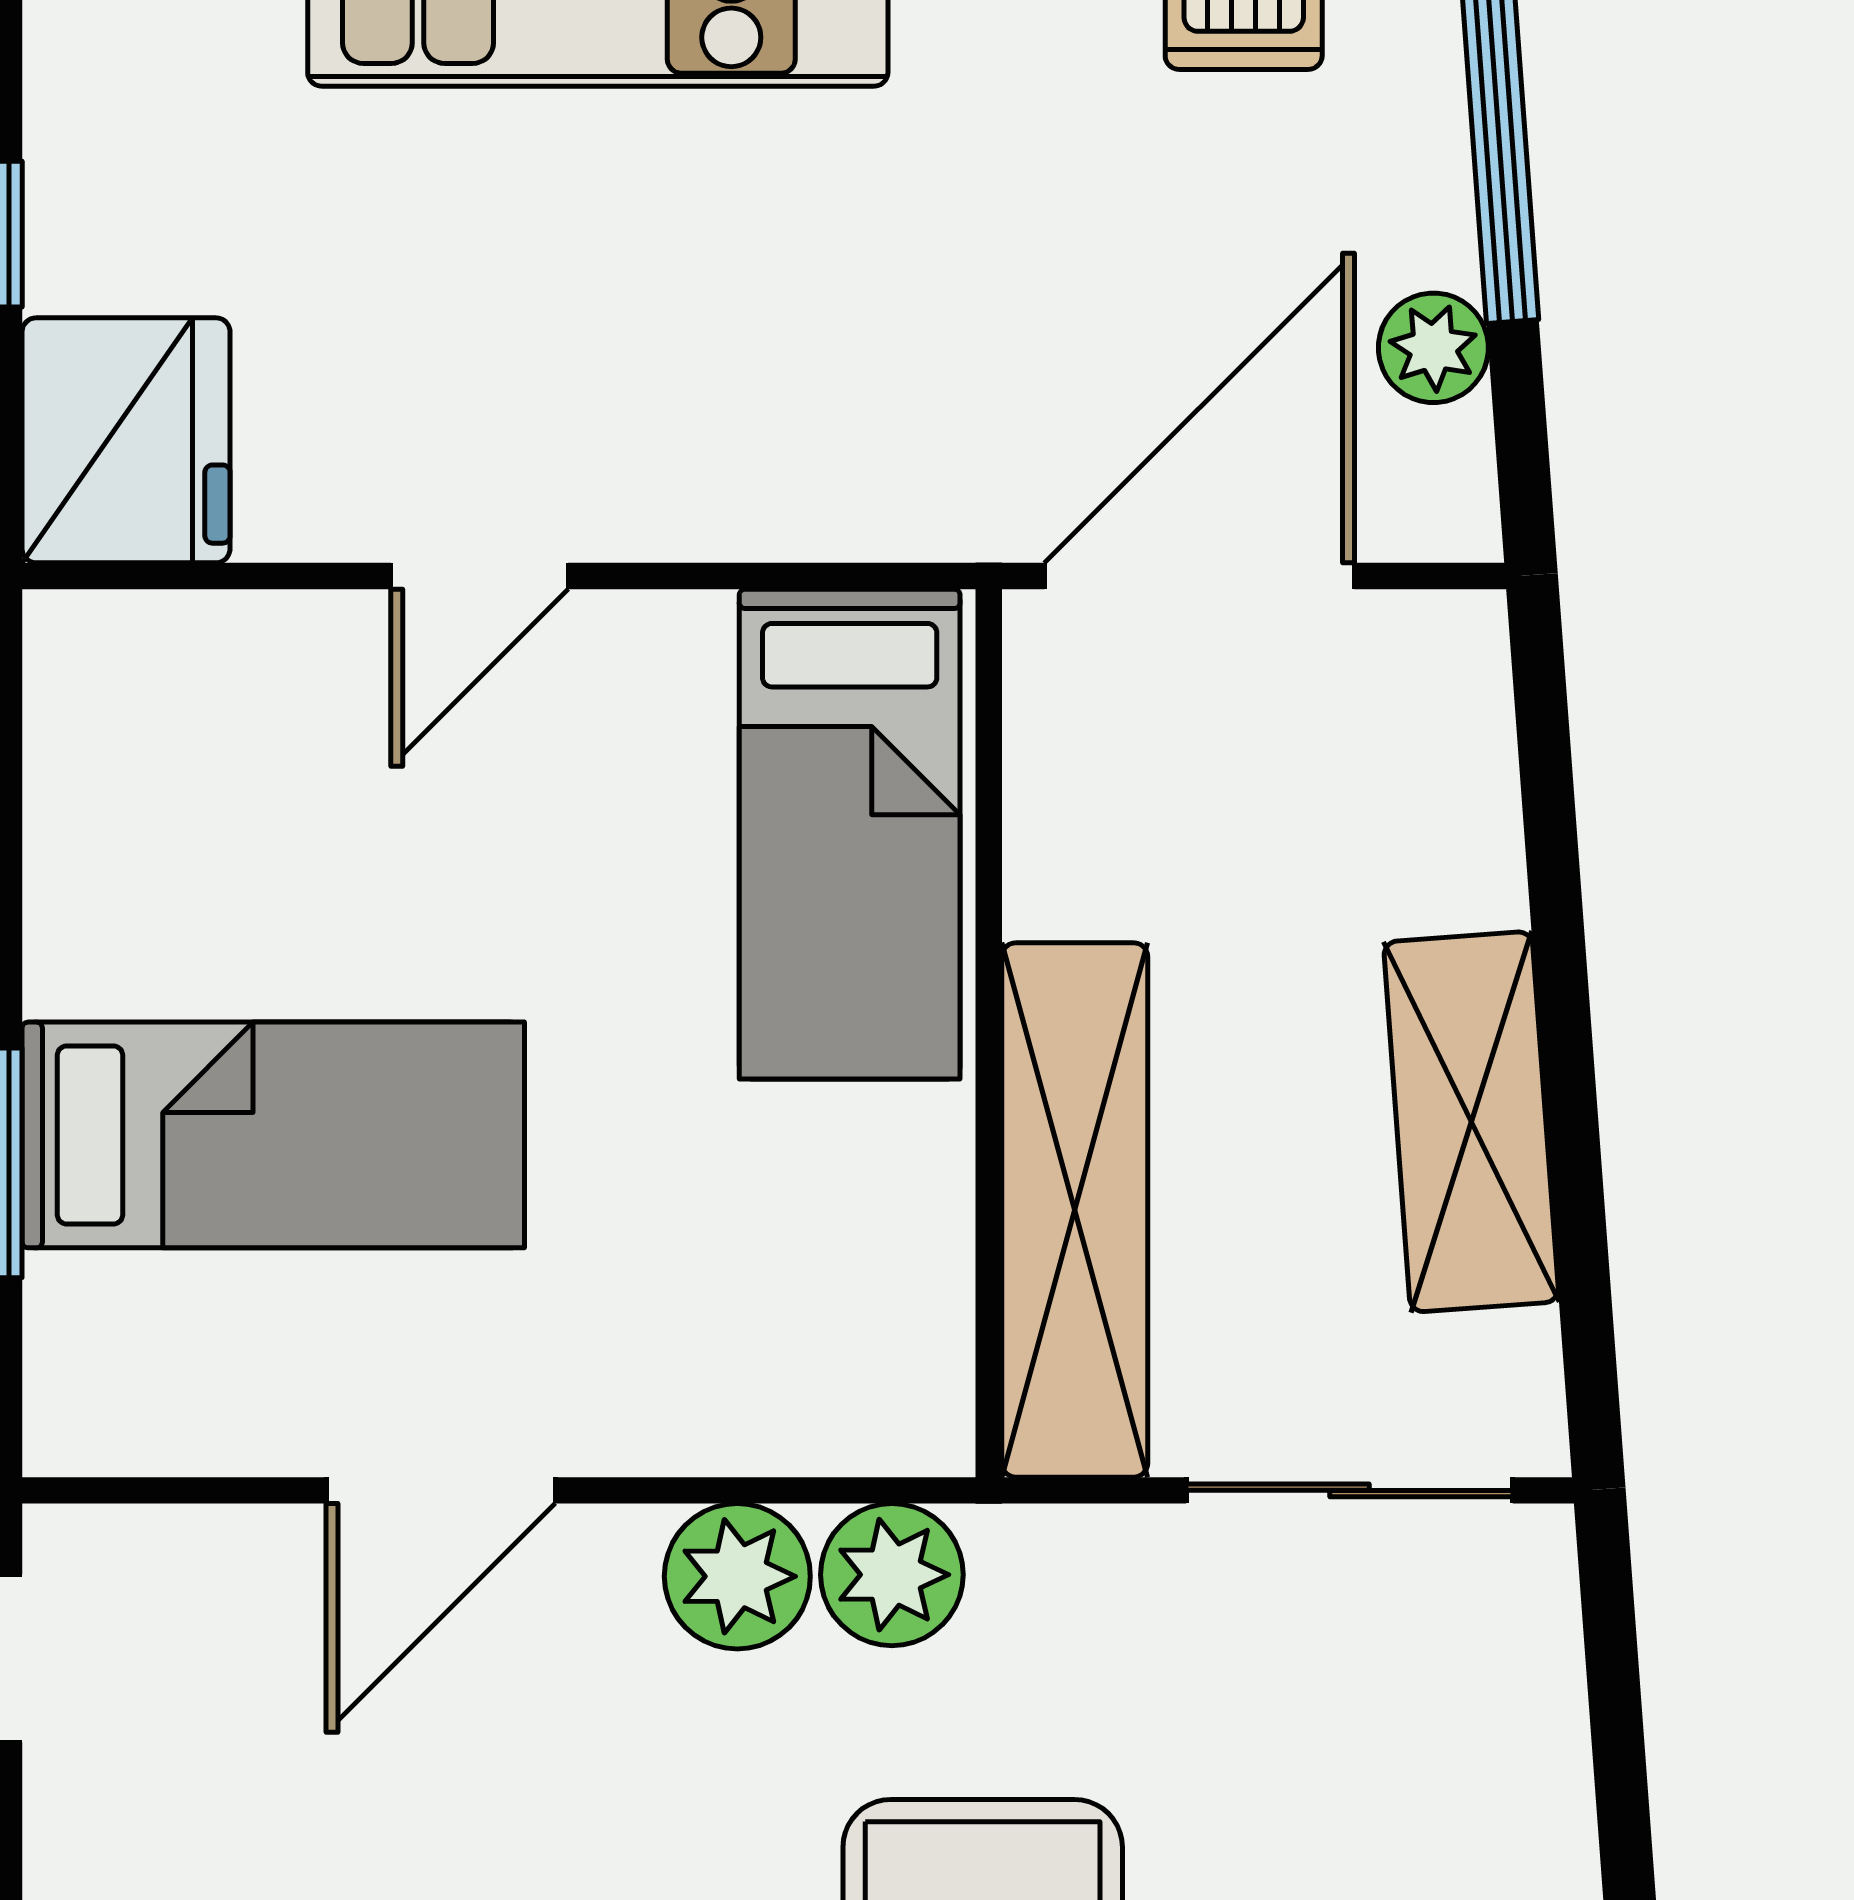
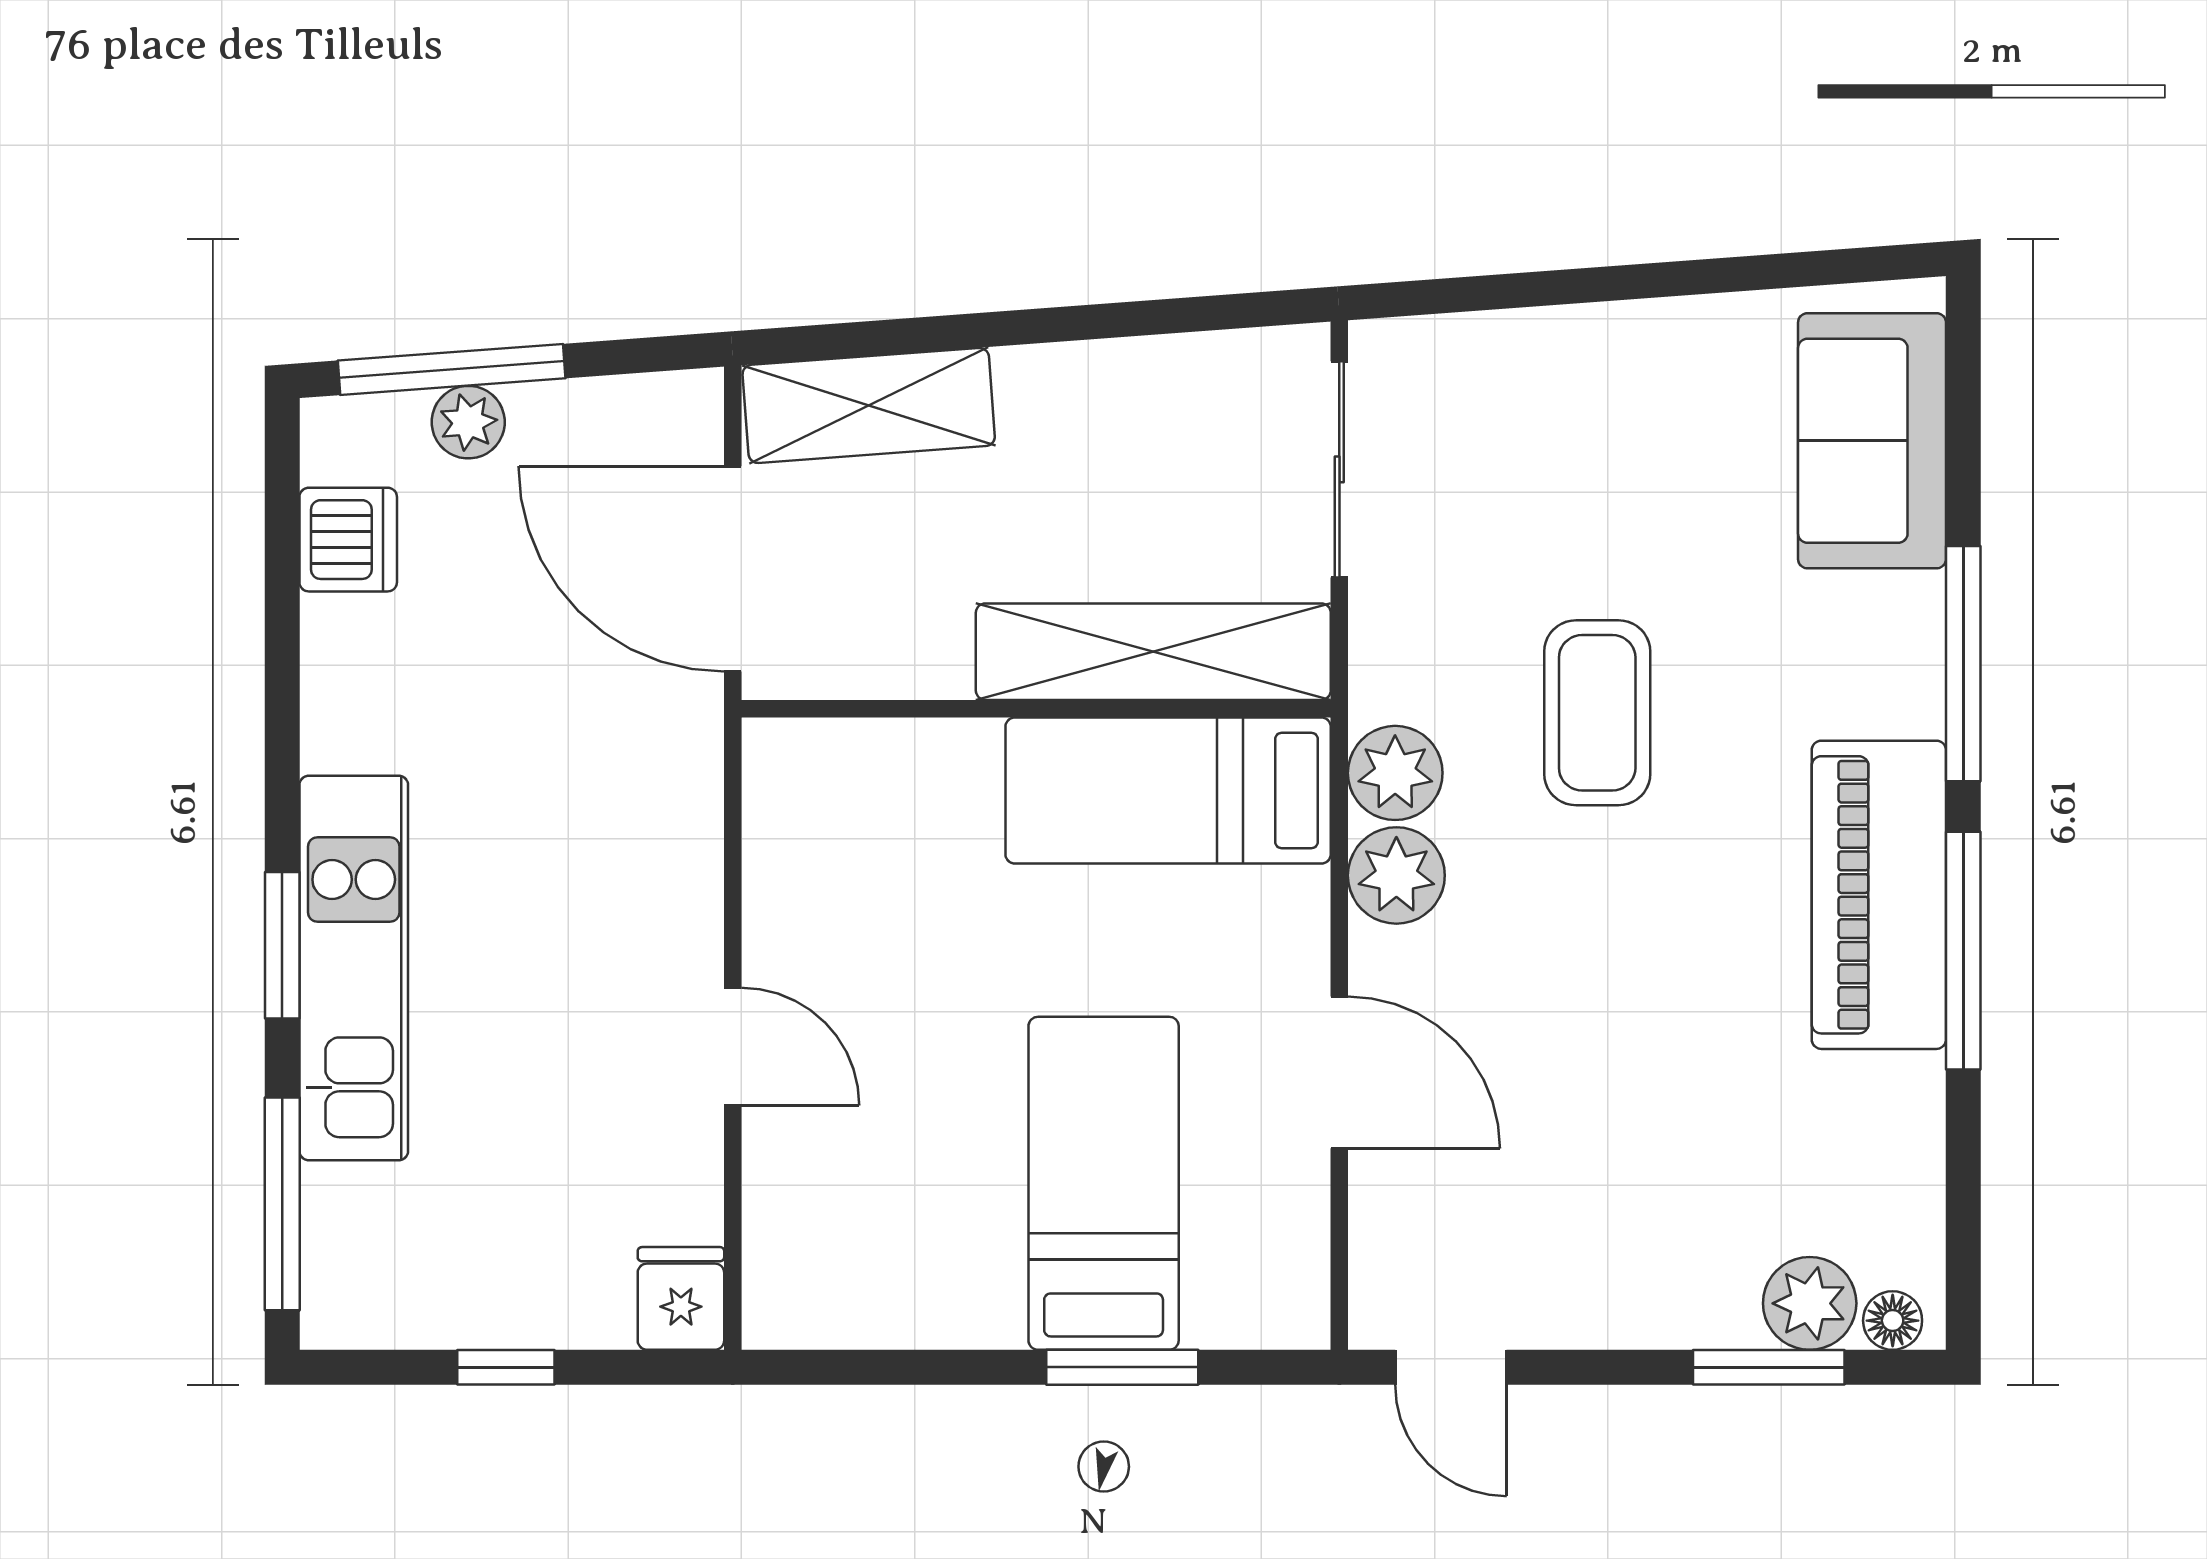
plant: (1433, 348) -> (468, 422), moved
fridge: (126, 440) -> (681, 1298), width x0.53, depth x0.75
bed: (850, 834) -> (1168, 791), moved, turned 180
shelving: (1471, 1122) -> (869, 405), moved

